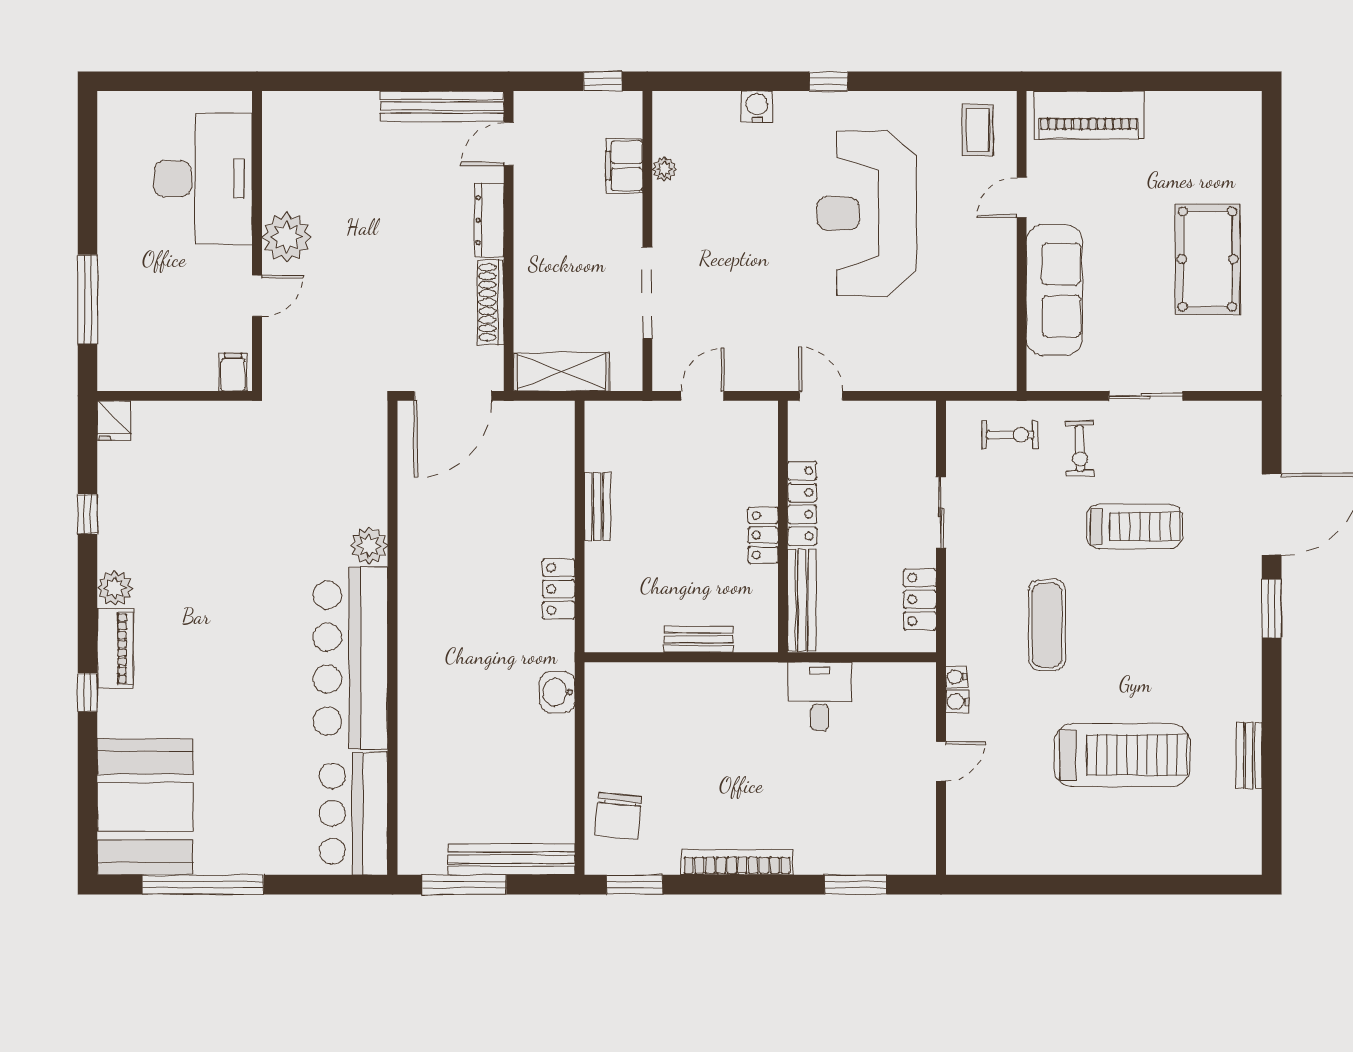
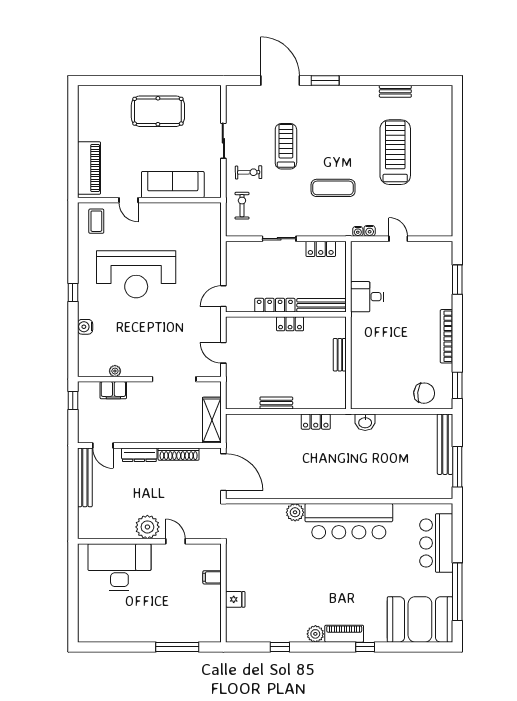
coffee table: (978, 130) -> (96, 221), turned 90
desk: (203, 179) -> (119, 567), moved
plant: (287, 237) -> (147, 527), moved
wall: (257, 241) -> (149, 541), moved
door: (257, 296) -> (176, 541), moved
fridge: (114, 421) -> (235, 599), moved
bar counter: (353, 813) -> (436, 543), moved, turned 90

